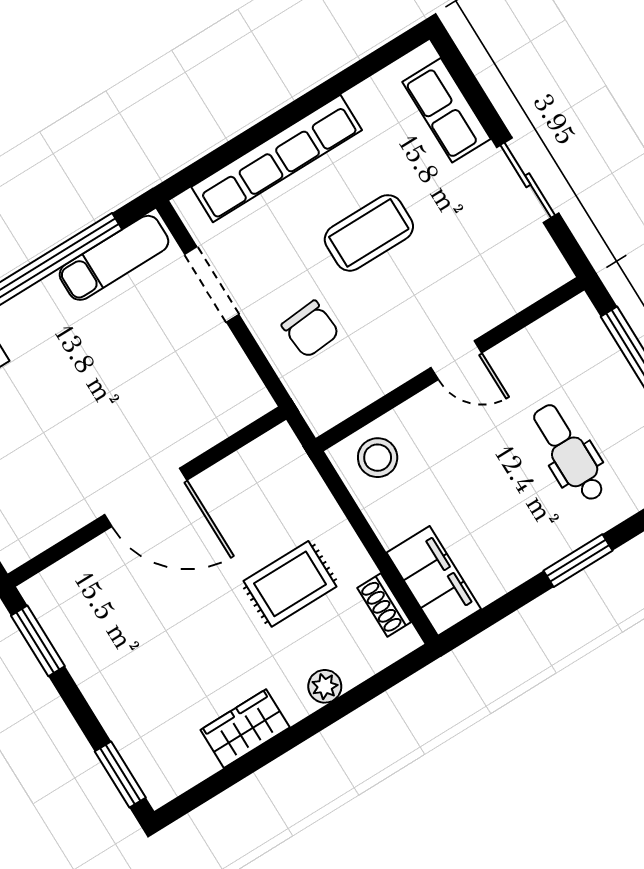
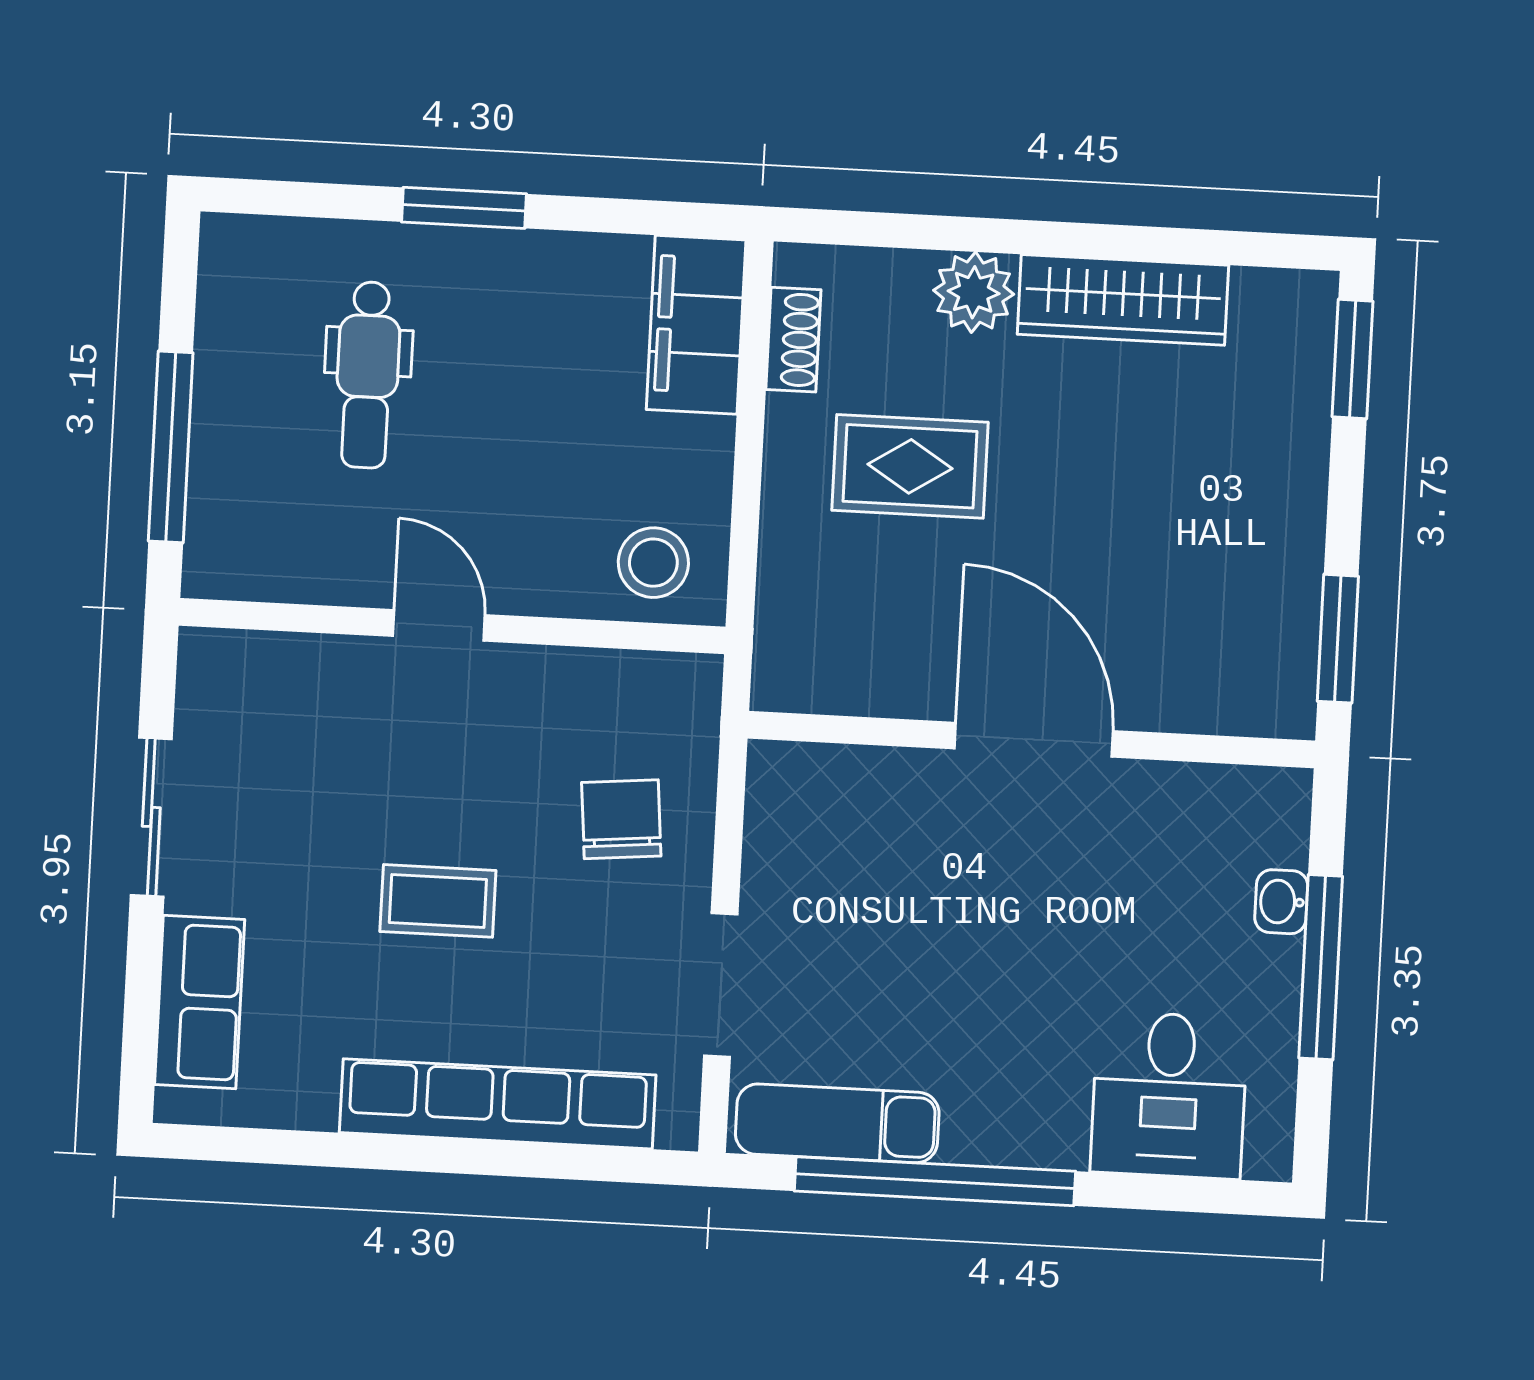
coffee table: (369, 233) -> (438, 901), width x0.73, depth x0.77
plant: (325, 686) -> (974, 292), width x1.38, depth x1.38
wardrobe: (245, 729) -> (1123, 300), width x1.50

